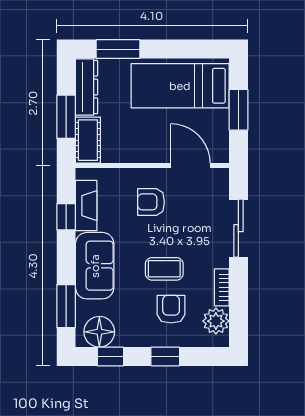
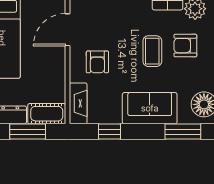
fireplace: (86, 206) -> (78, 103), moved, turned 90

